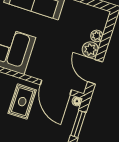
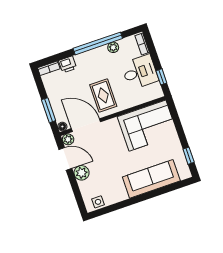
side table: (95, 14) -> (98, 202), added
plant: (97, 36) -> (68, 139), moved

